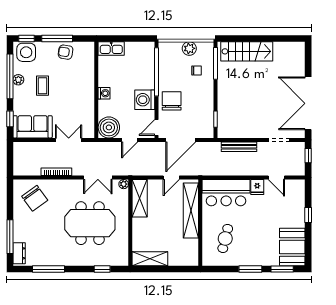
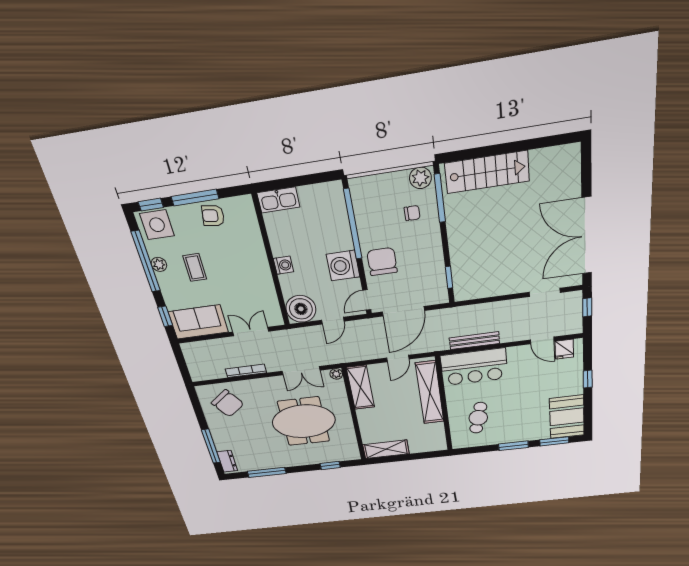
plant: (189, 48) -> (420, 178), moved
bench: (239, 147) -> (474, 341), moved
fridge: (257, 187) -> (564, 349), moved

